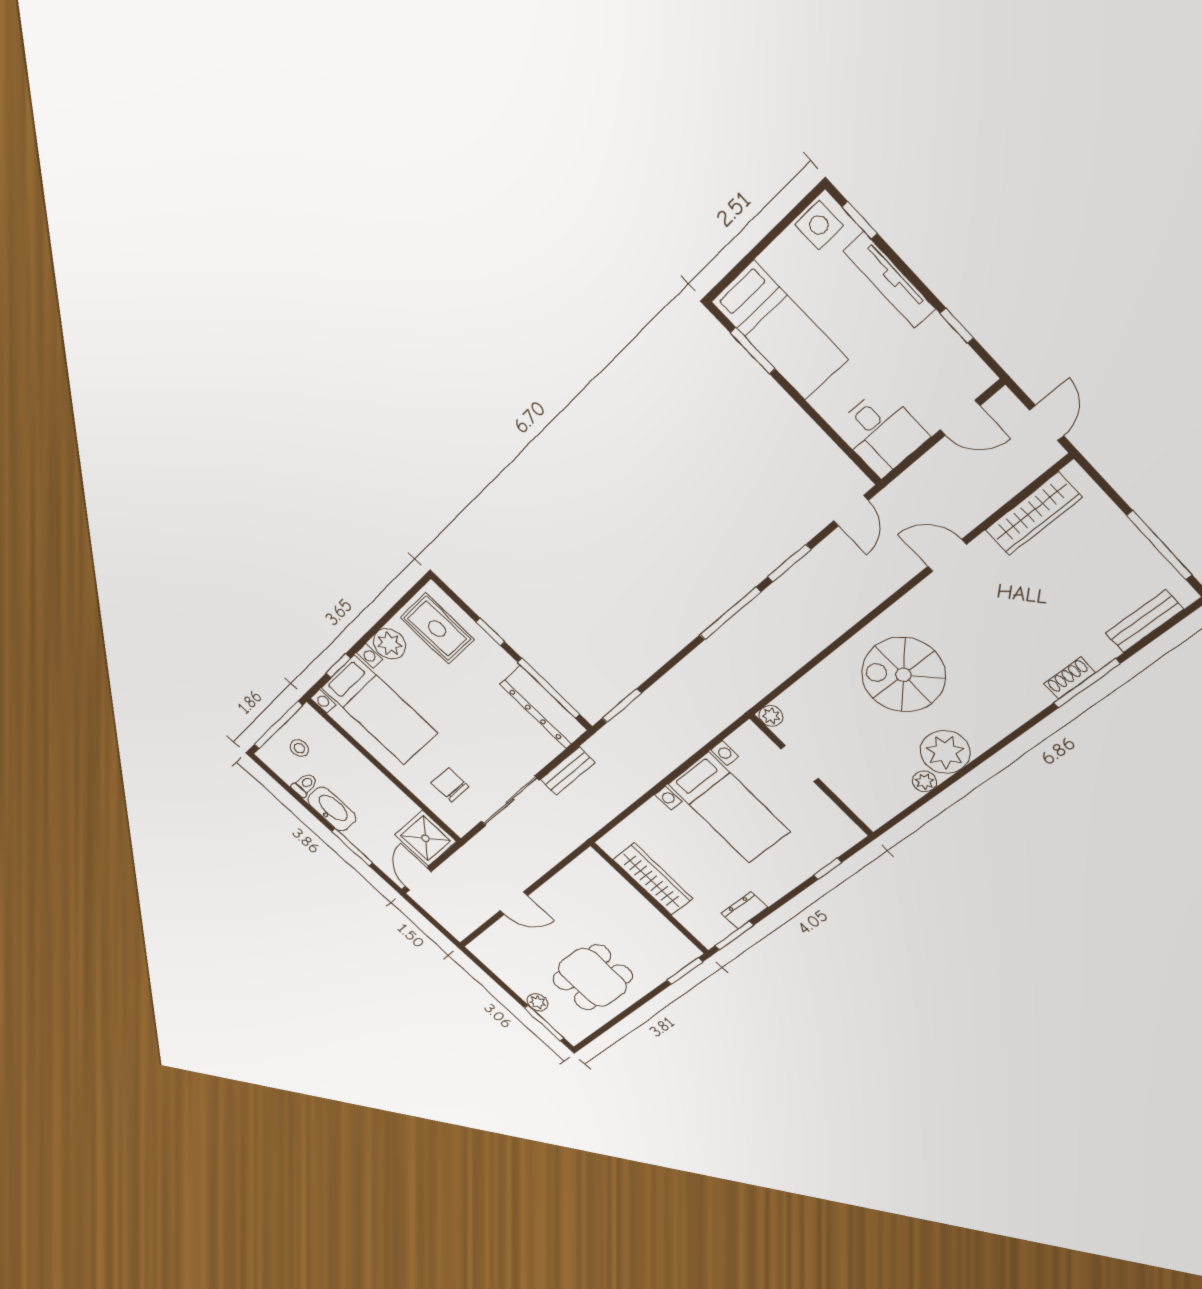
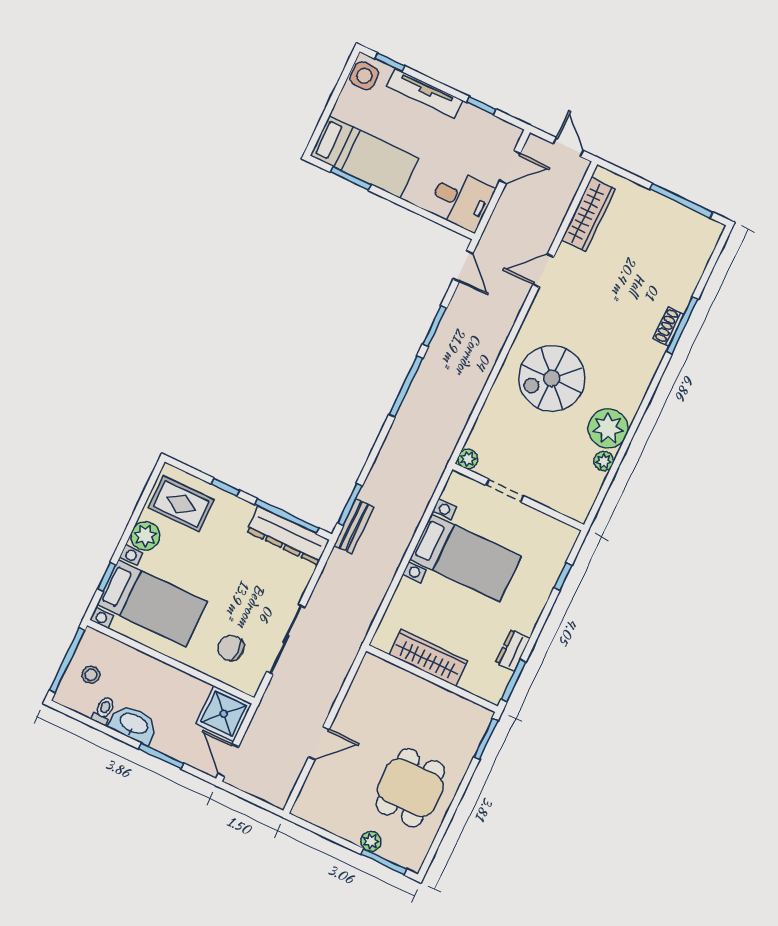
bench: (1144, 621) -> (698, 260), removed
bench: (568, 771) -> (354, 526), moved

